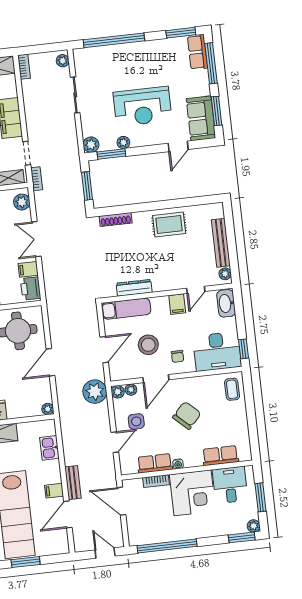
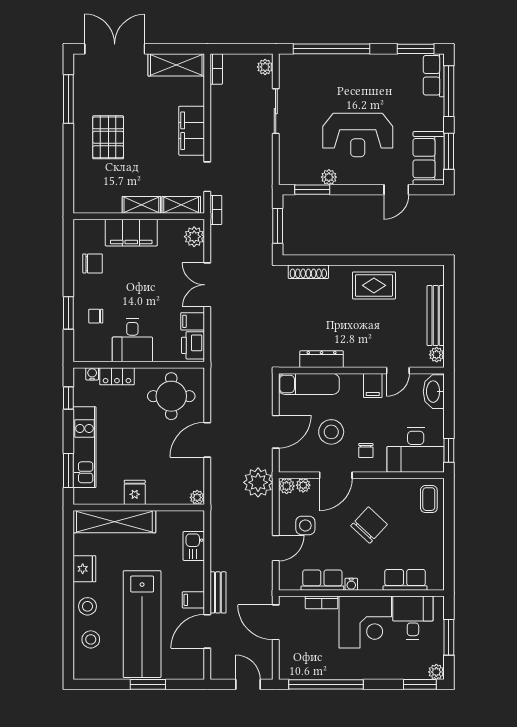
plant: (91, 145) -> (288, 175), removed

